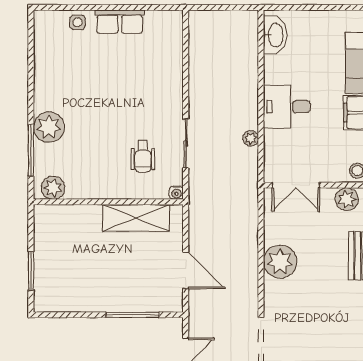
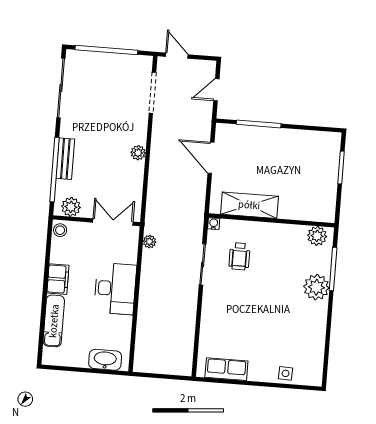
row of seats: (120, 22) -> (226, 369), moved
washbasin: (275, 35) -> (105, 360), moved, turned 90
desk: (287, 107) -> (115, 289), width x1.37
plant: (251, 138) -> (149, 242), moved
wheelchair: (143, 156) -> (239, 256), turned 180
plant: (280, 262) -> (138, 153), width x0.53, depth x0.53

